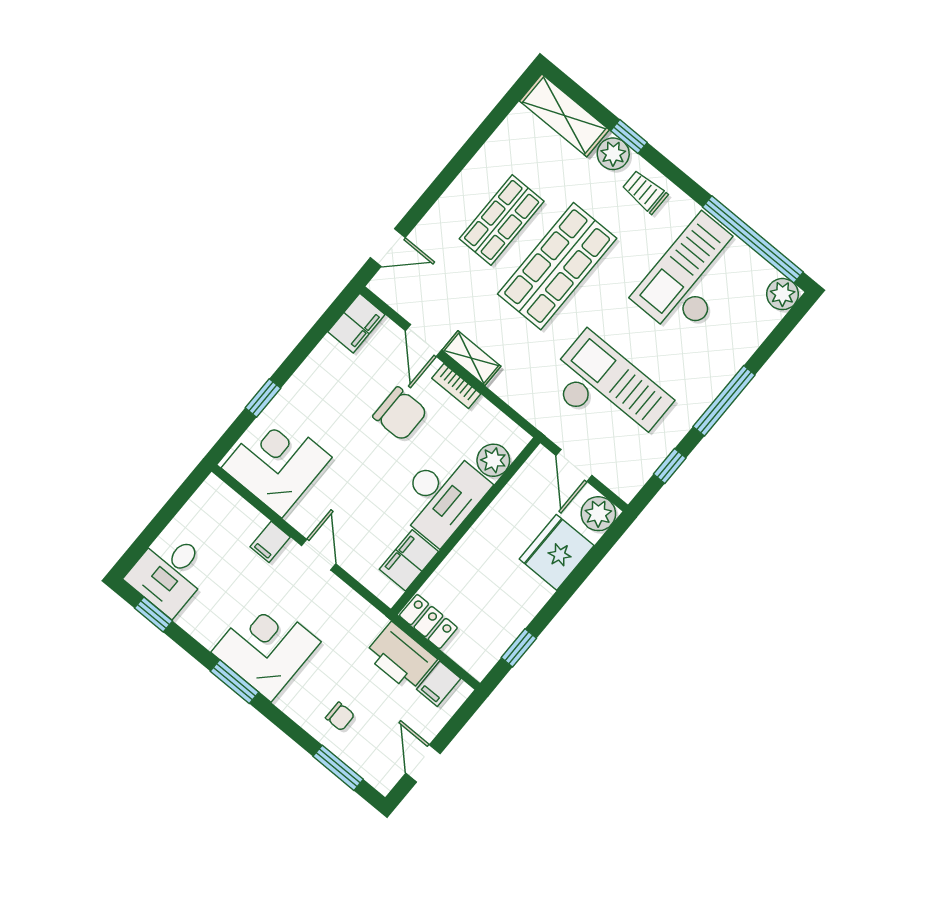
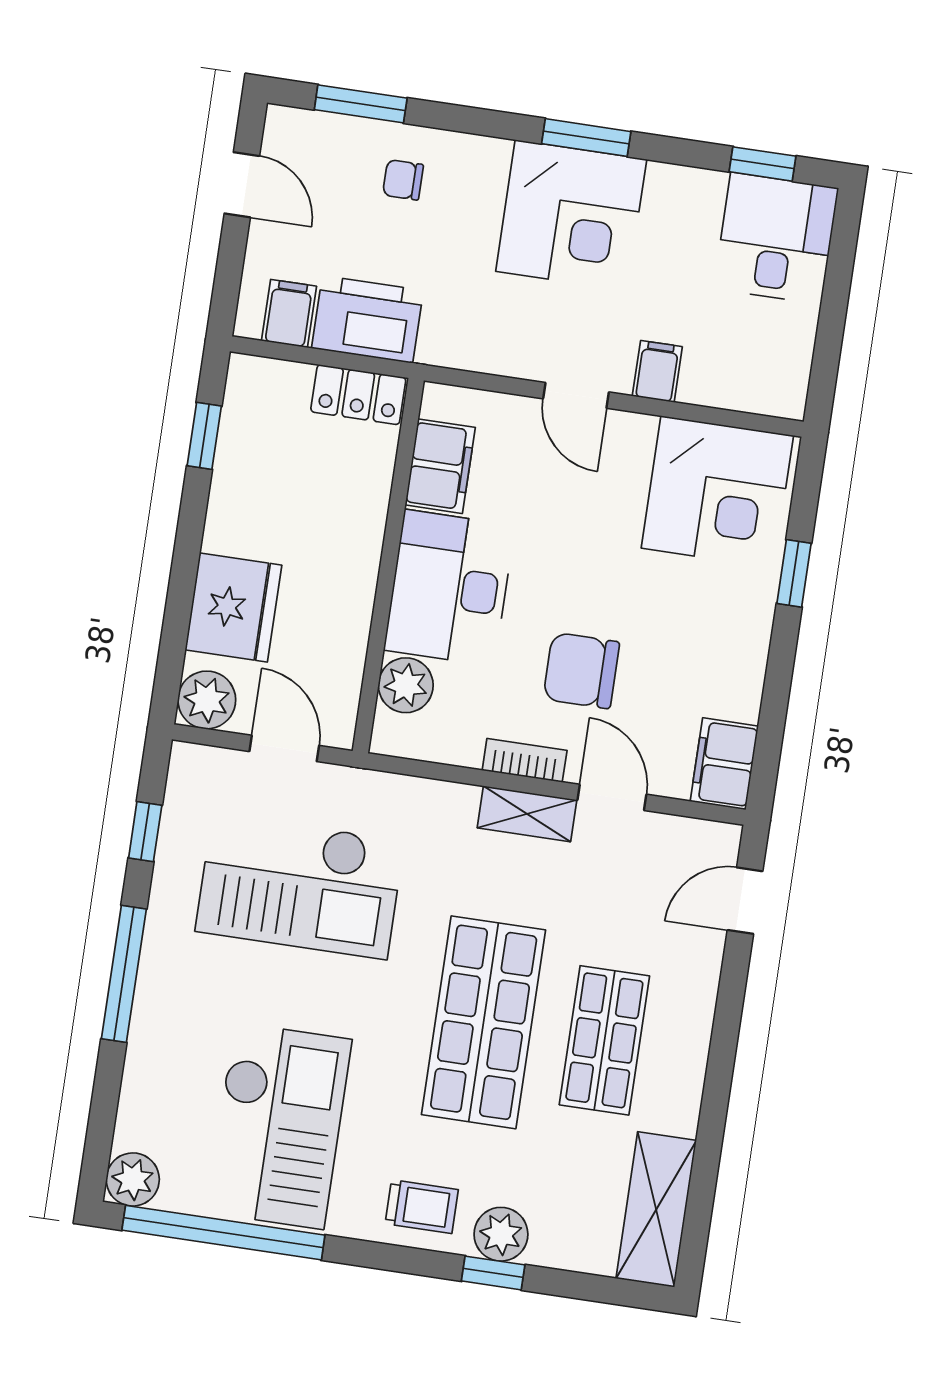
shelving: (564, 115) -> (656, 1209), moved, turned 90

